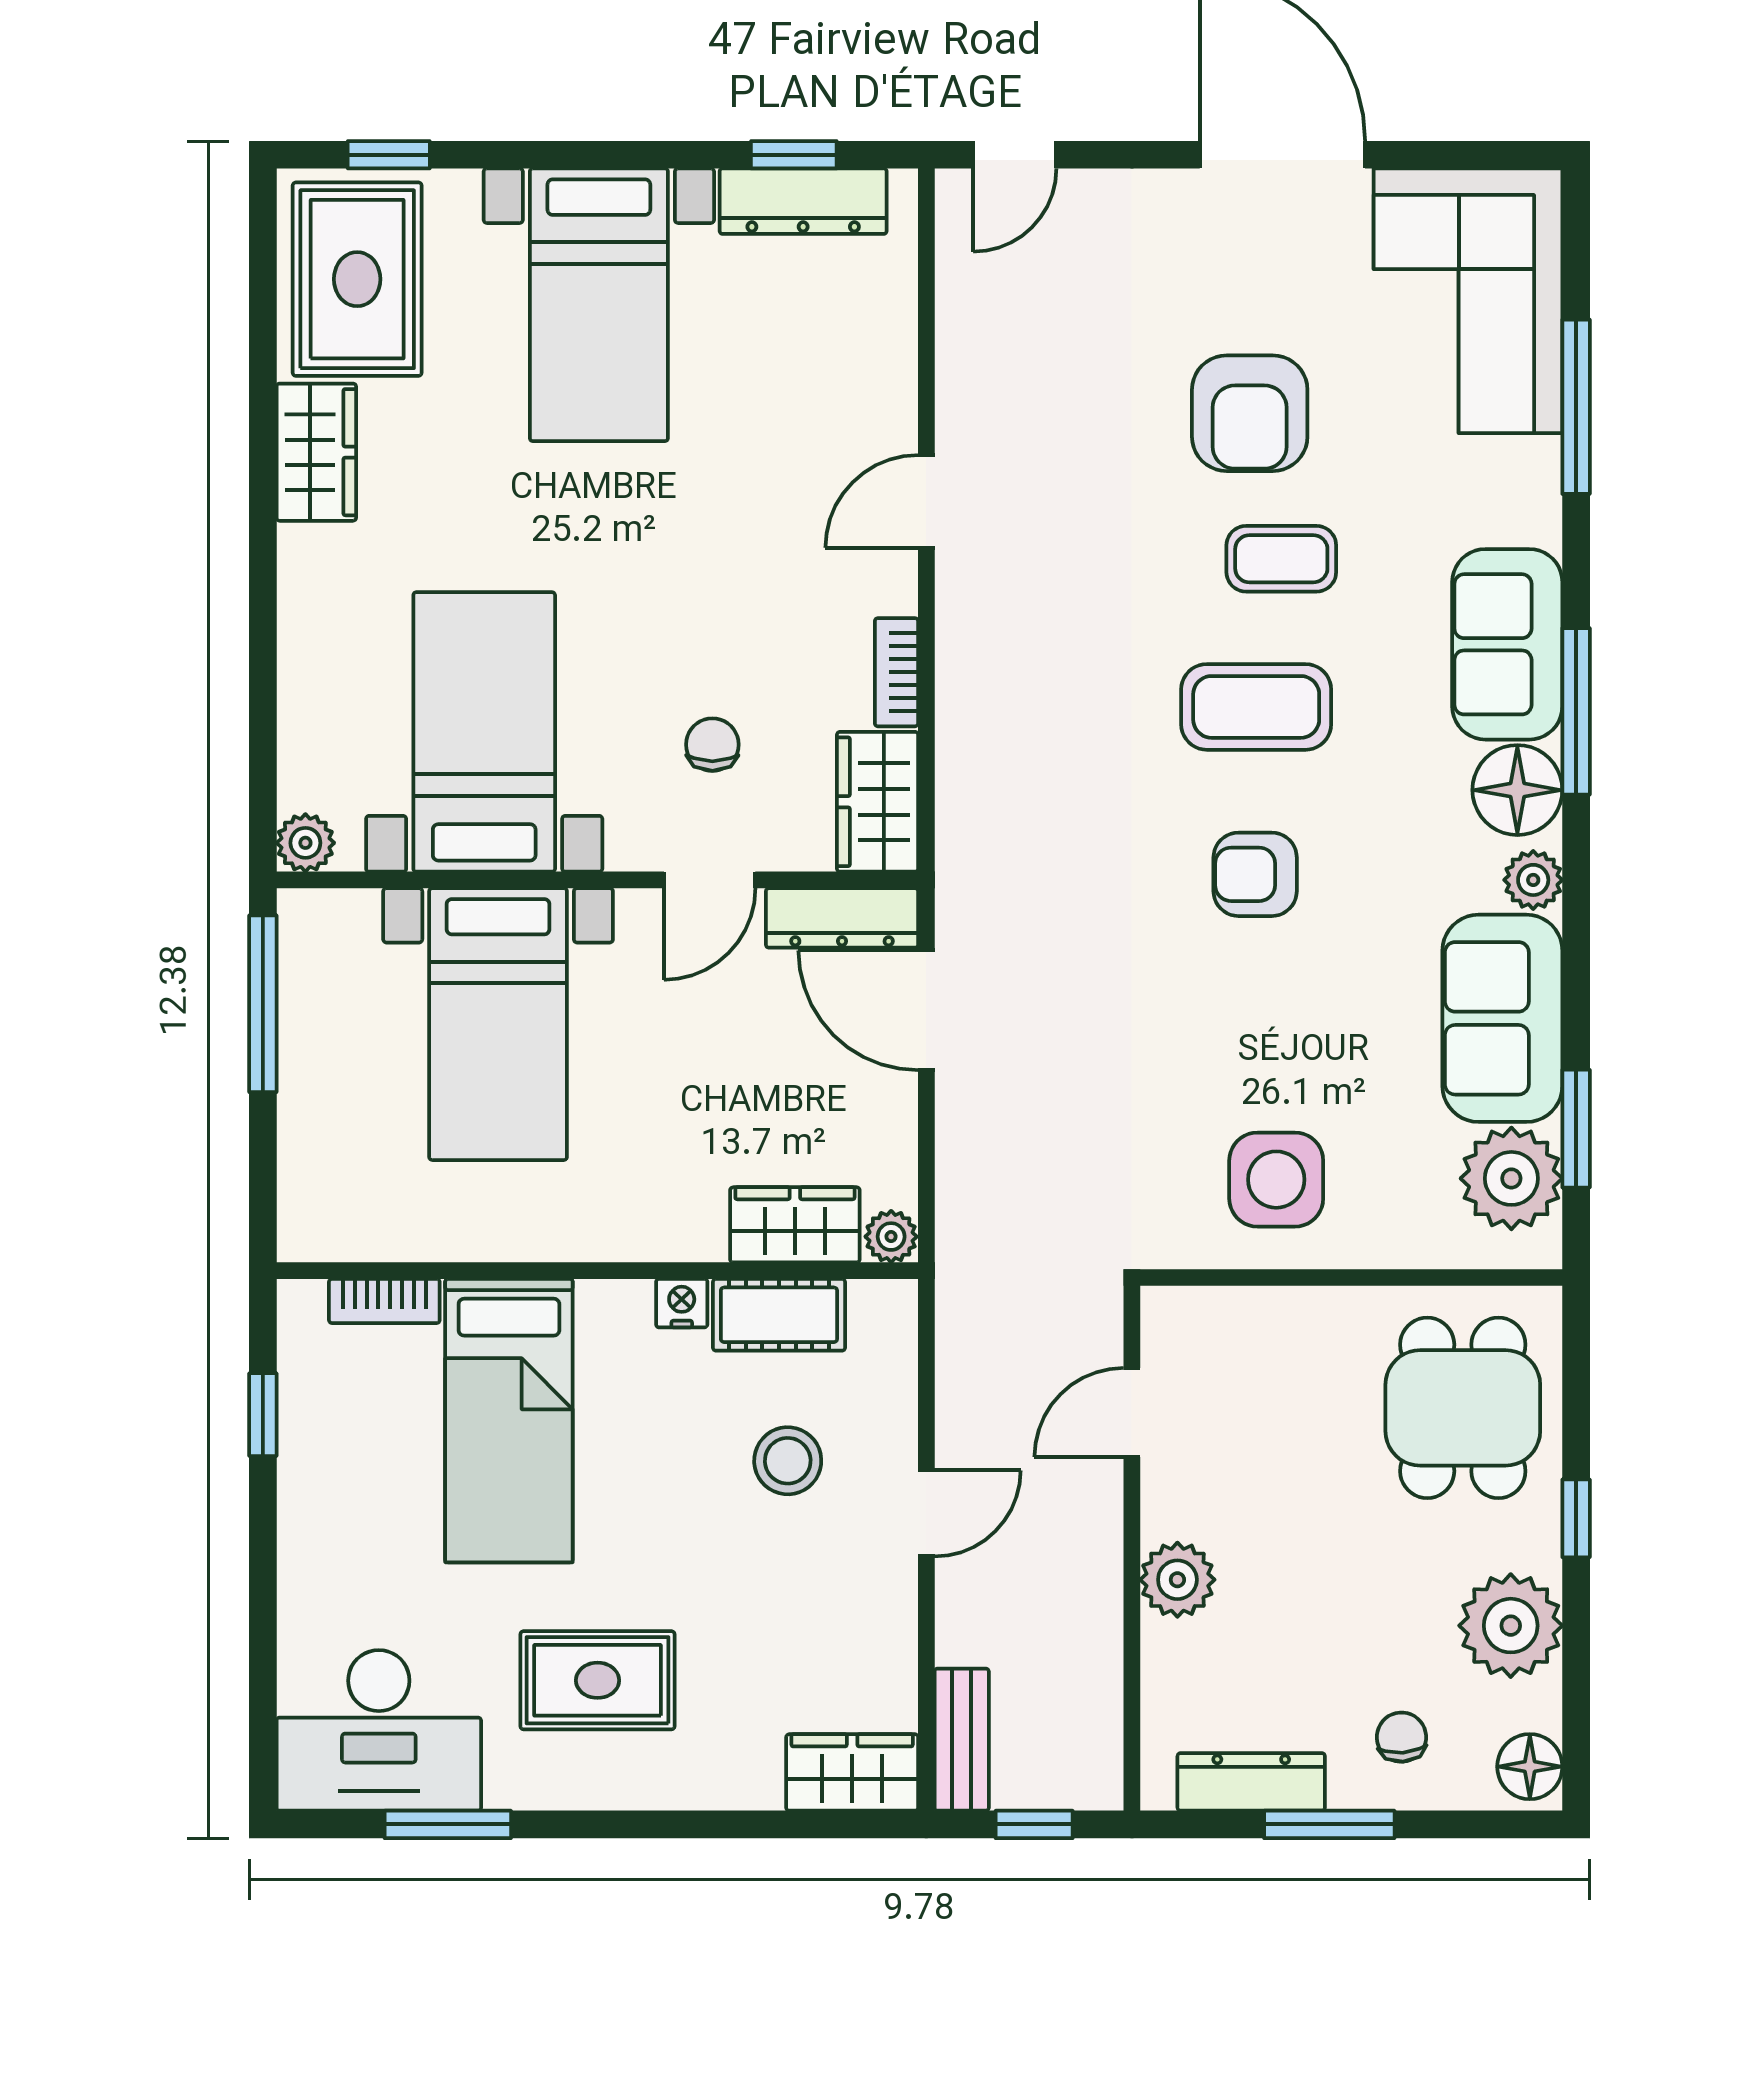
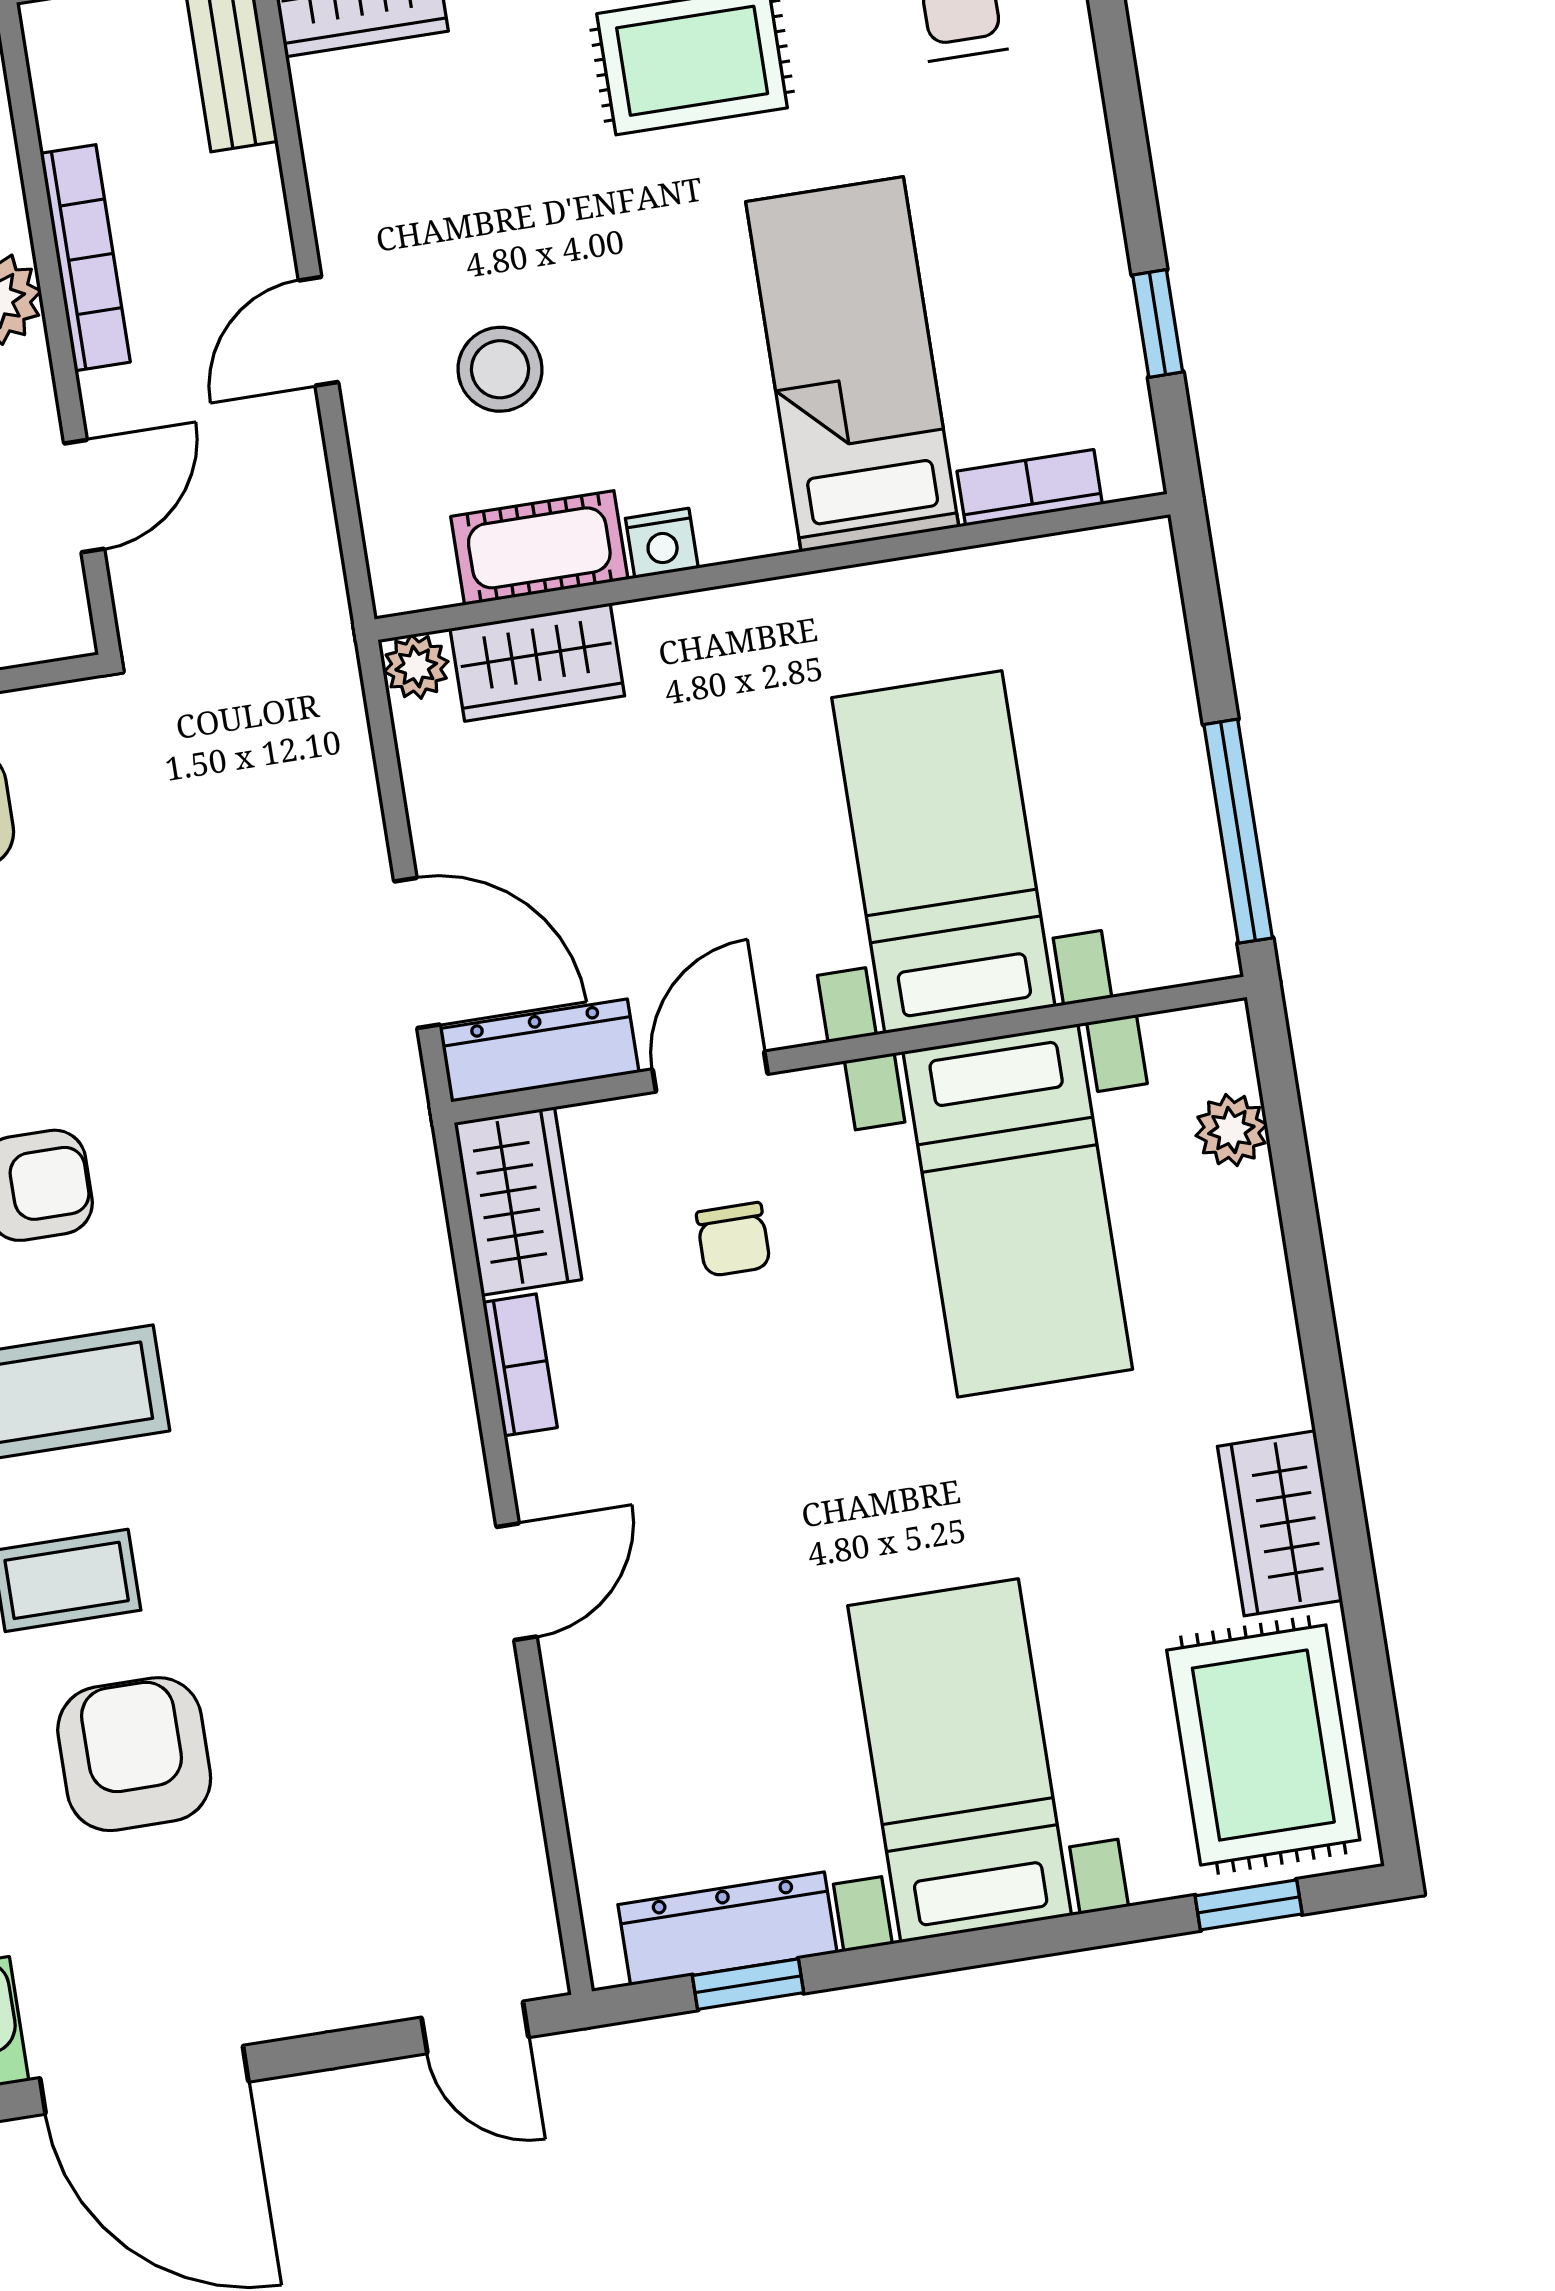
door: (1015, 155) -> (475, 2027), swing flipped
plant: (305, 843) -> (1231, 1130), moved
bookcase: (1101, 1601) -> (85, 258), added

